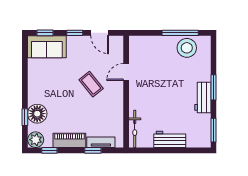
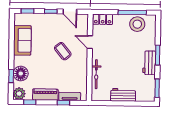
locker: (142, 42) -> (103, 19), added
sofa: (47, 47) -> (22, 40), moved, turned -90
door: (126, 72) -> (90, 42), hinge flipped
bicycle: (135, 129) -> (96, 74), moved

